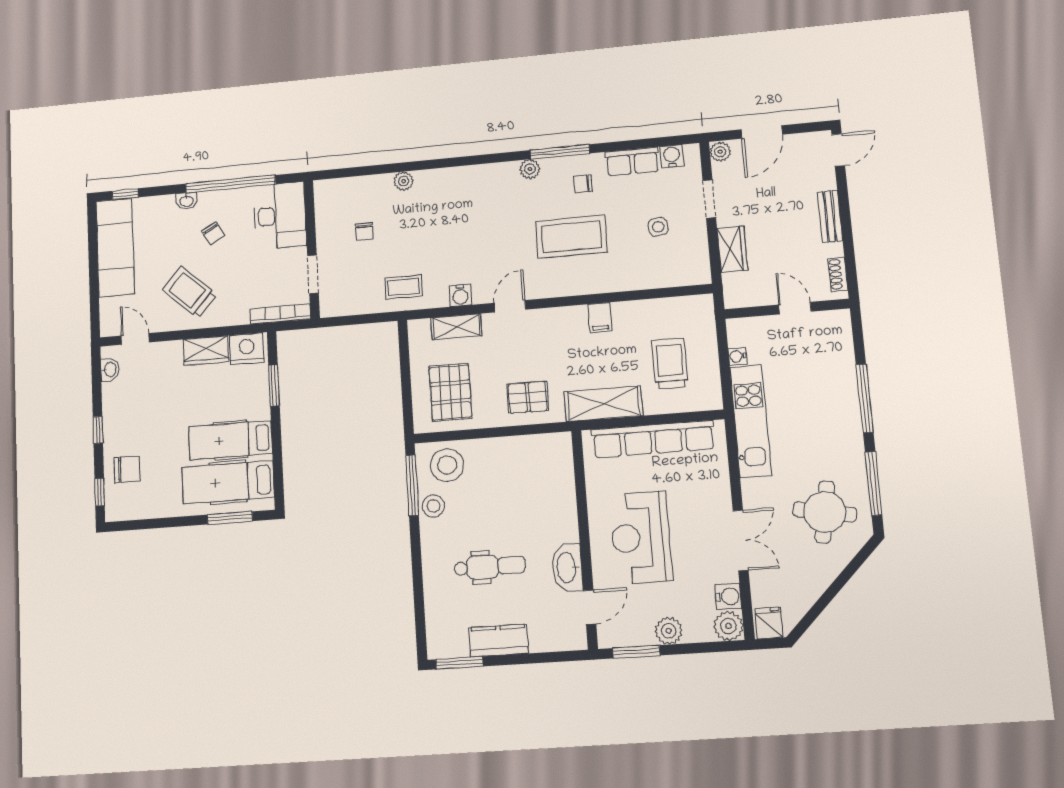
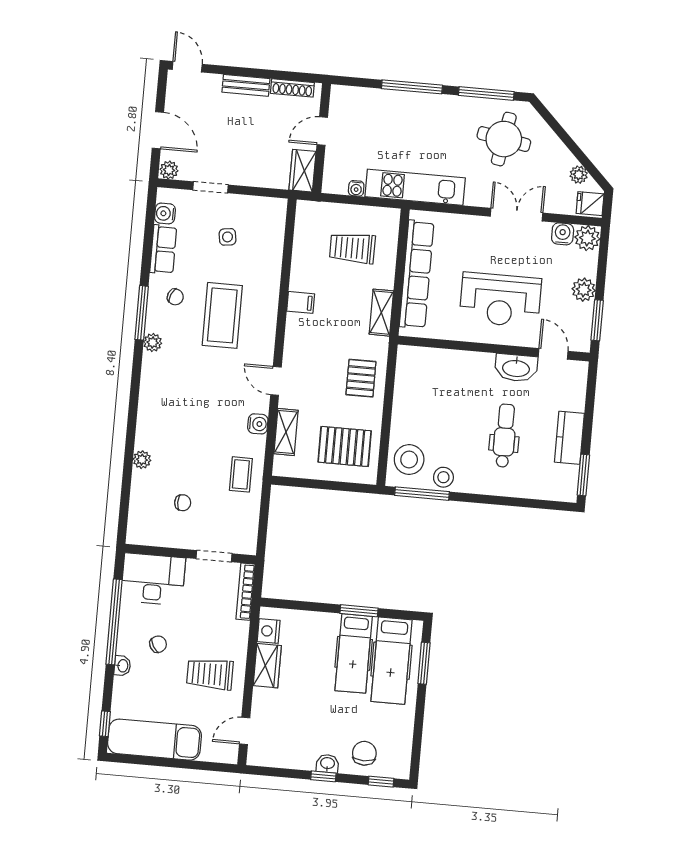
chair: (583, 184) -> (175, 297), turned -66
wardrobe: (732, 249) -> (303, 171), moved, turned -90
shoe rack: (838, 274) -> (292, 88), width x1.43
trolley: (190, 292) -> (210, 674), turned 48
nightstand: (247, 349) -> (269, 631), width x0.74, depth x0.75
washbasin: (110, 369) -> (327, 764), moved
window: (274, 386) -> (359, 611), moved
shelving: (603, 404) -> (381, 313), width x0.67, depth x0.75
plant: (800, 605) -> (579, 175), added

